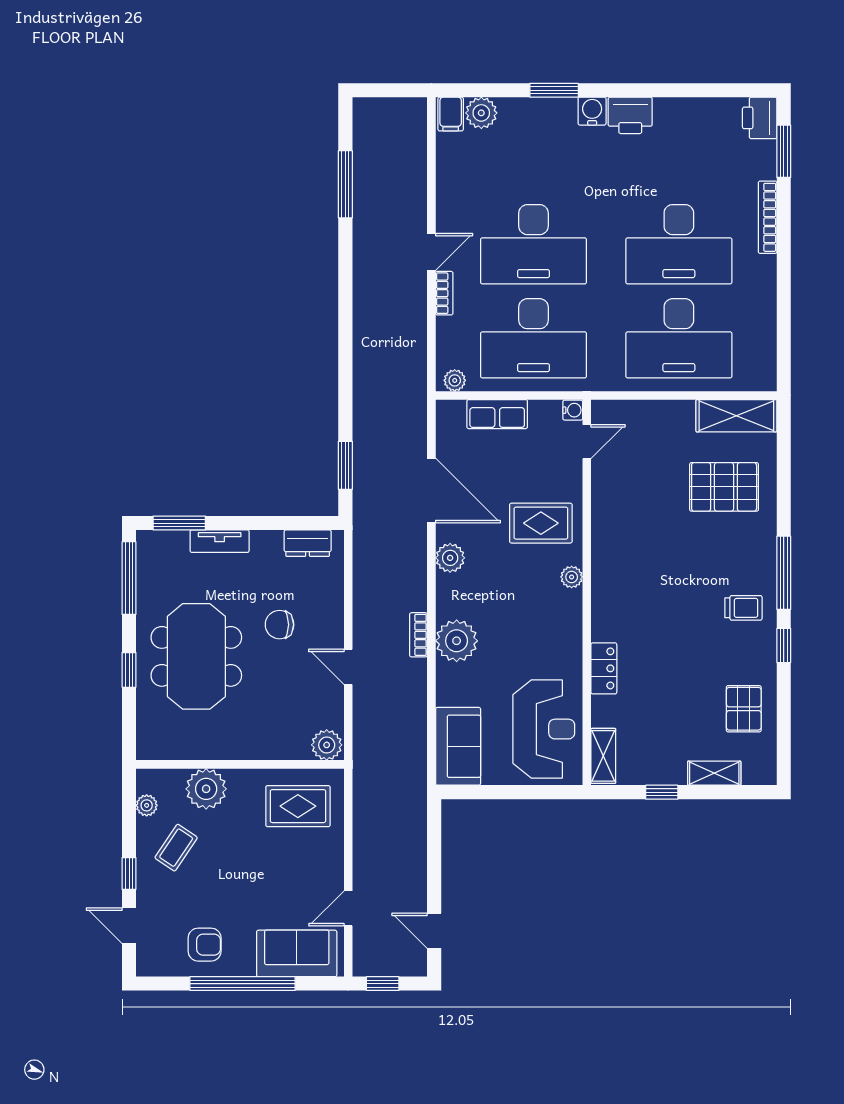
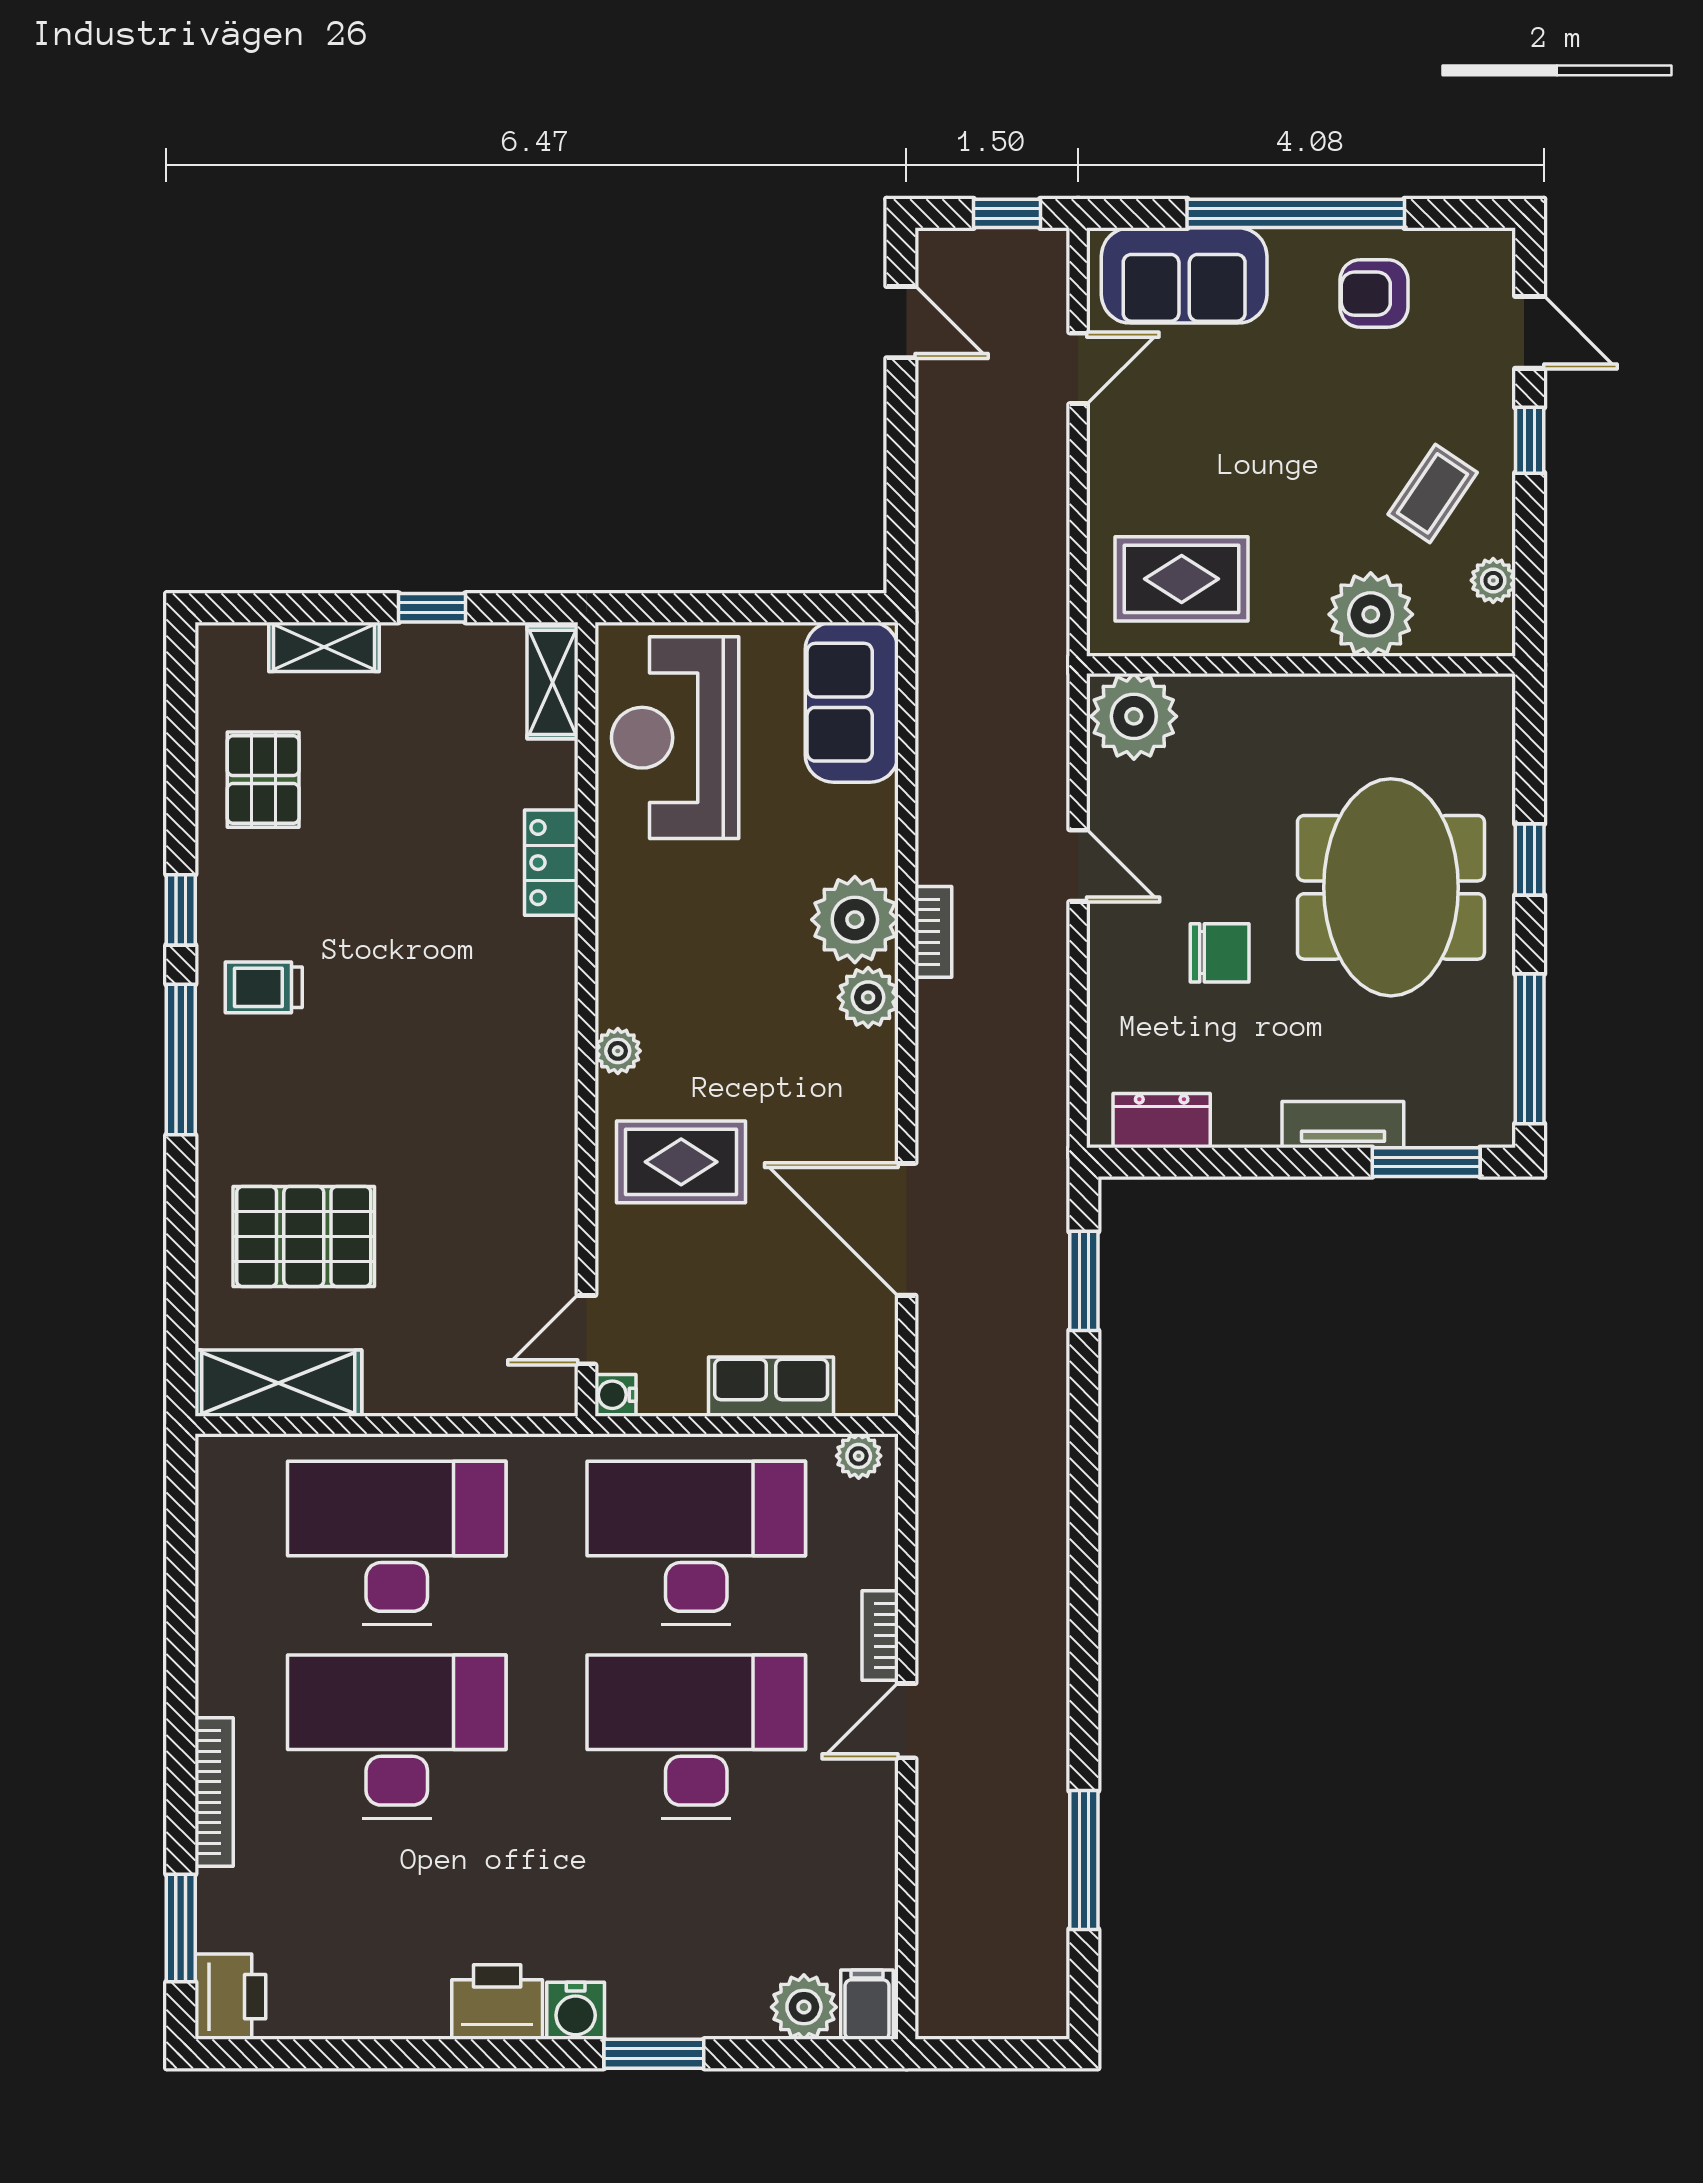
plant: (450, 558) -> (868, 997), moved
plant: (327, 745) -> (1134, 716), width x1.36, depth x1.36

